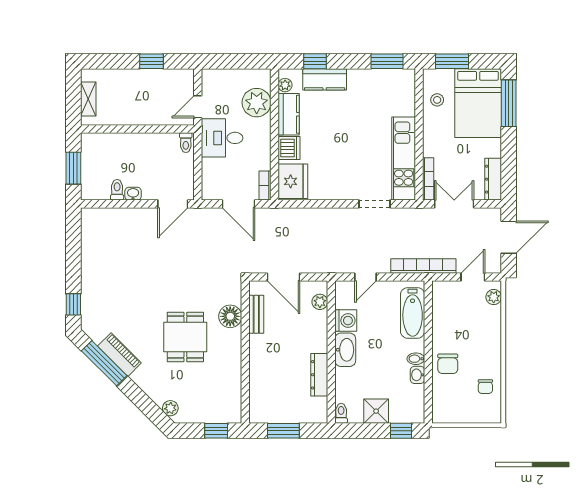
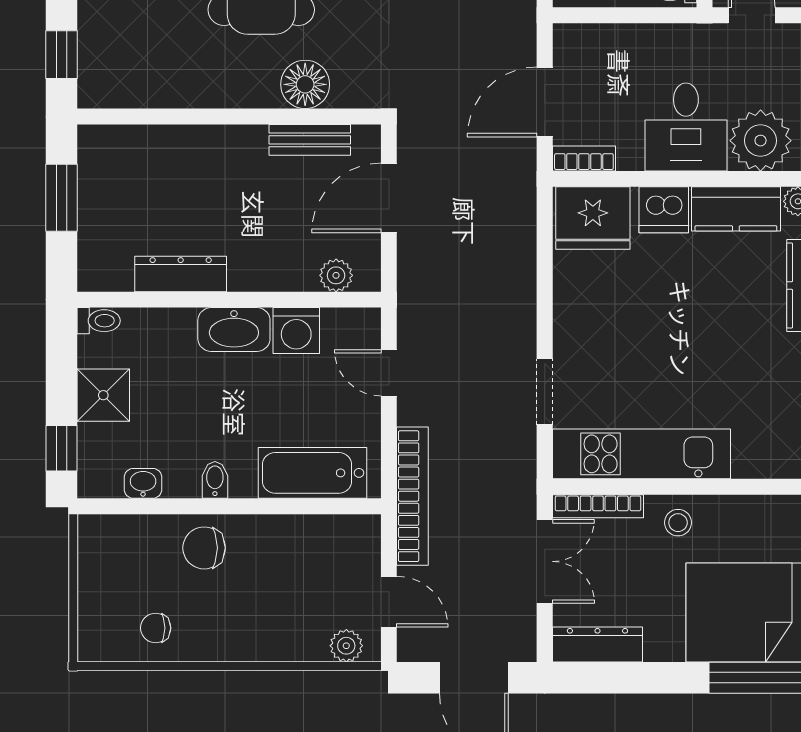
stool: (437, 100) -> (678, 523), moved
desk: (222, 138) -> (686, 127), moved, turned 180
washbasin: (417, 375) -> (143, 483), moved

